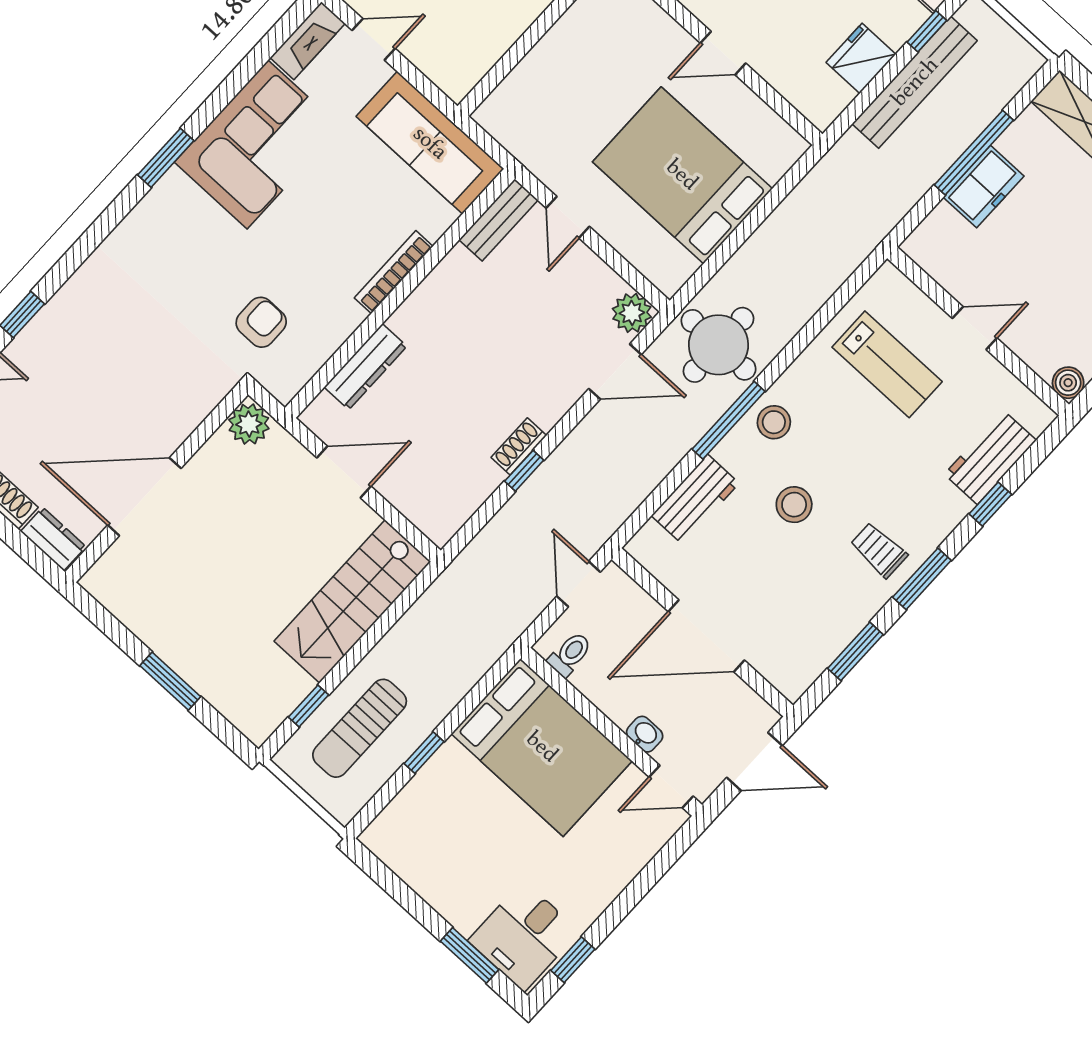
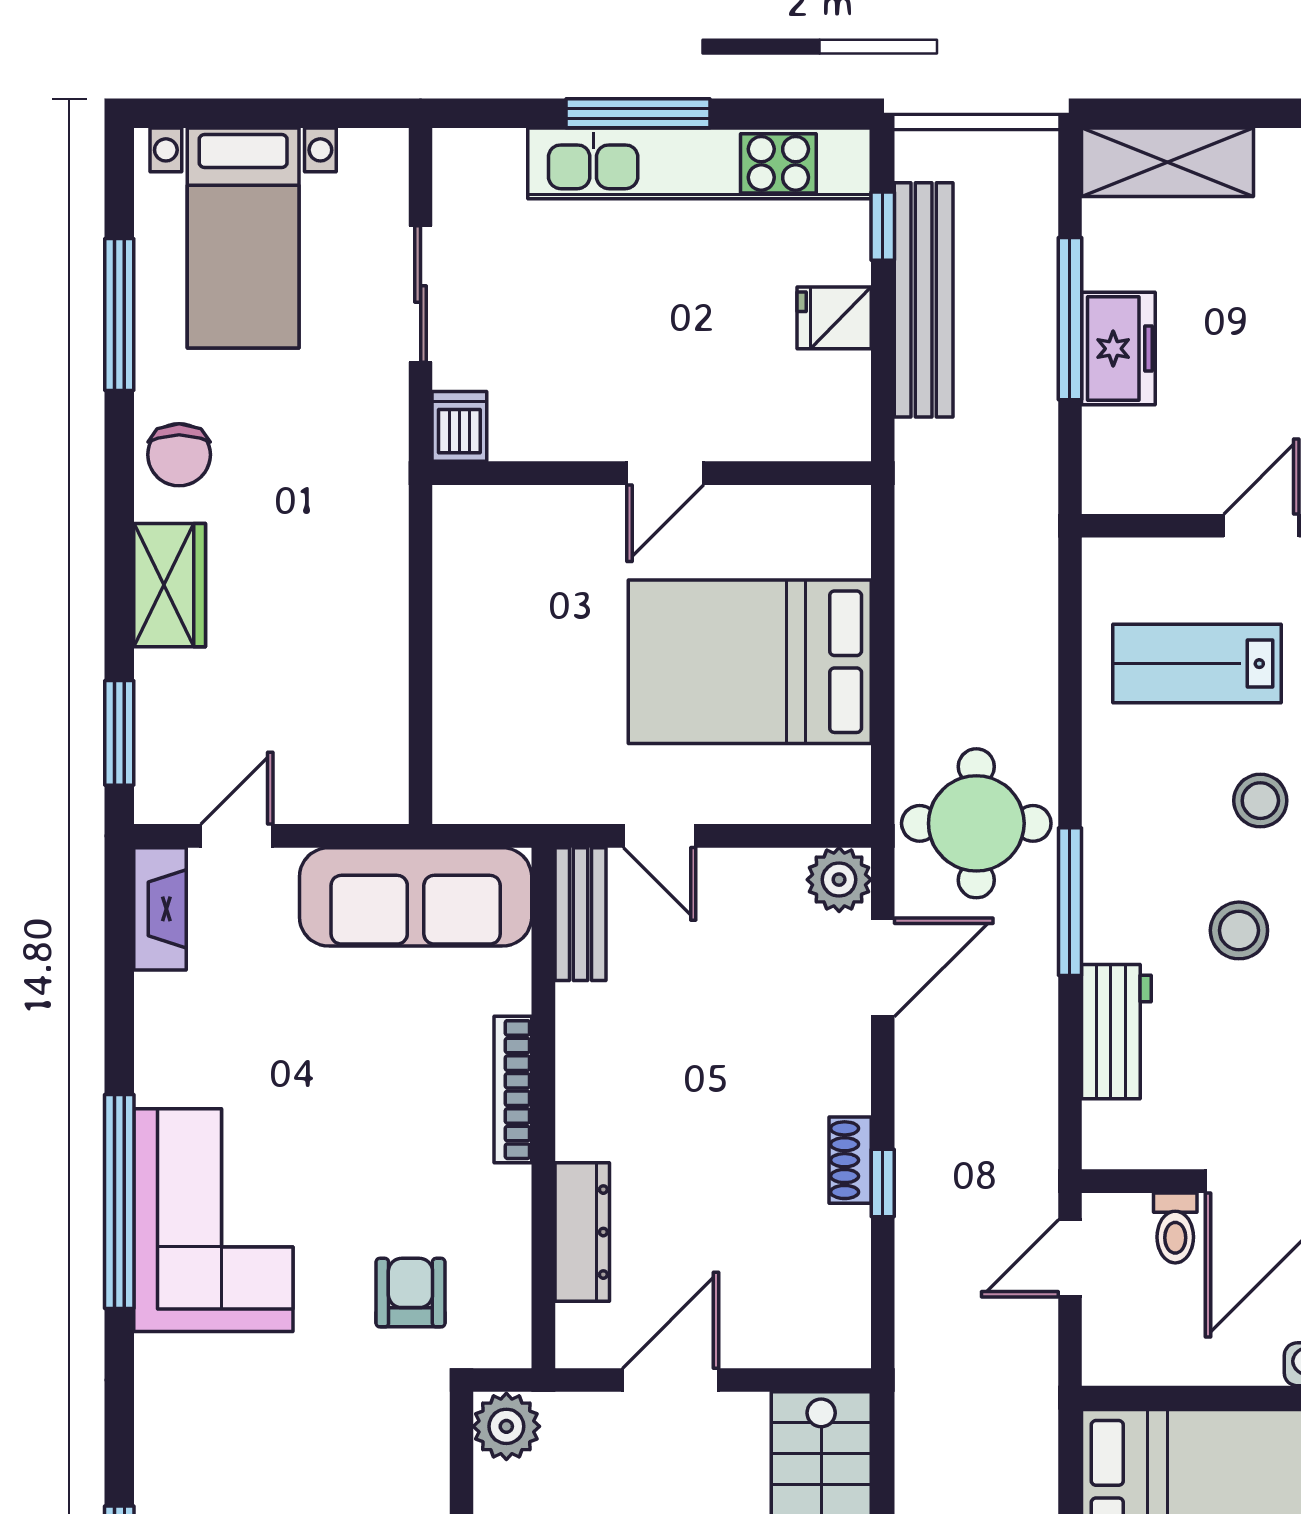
fridge: (861, 58) -> (834, 318), width x0.72
corner sofa: (257, 145) -> (213, 1220), moved
window: (166, 158) -> (119, 1202), width x2.11
lab bench: (887, 364) -> (1197, 664), turned 180
stool: (774, 422) -> (1260, 801), moved
door: (578, 584) -> (1070, 1258), hinge flipped
toilet: (570, 654) -> (1175, 1228), moved, turned 180

